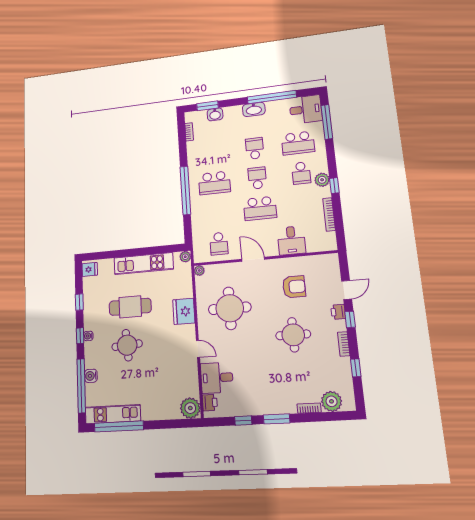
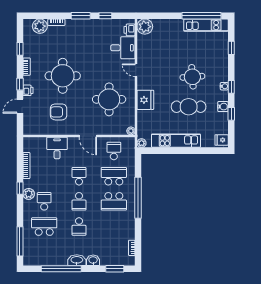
desk: (306, 109) -> (35, 254), removed
washbasin: (215, 114) -> (93, 260), moved
school desk: (214, 183) -> (114, 201), turned 180
school desk: (260, 208) -> (79, 176), width x0.54
school desk: (217, 213) -> (114, 176), added
round table: (293, 335) -> (63, 76), width x1.36, depth x1.36
water cooler: (91, 376) -> (223, 107), moved
window: (81, 386) -> (231, 48), width x0.32

